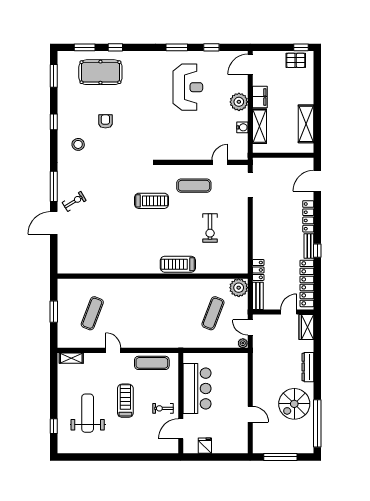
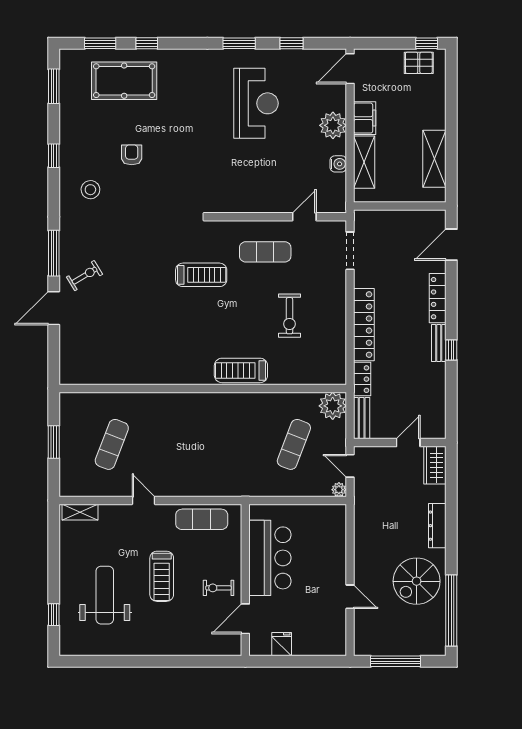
locker: (307, 283) -> (364, 325), moved, turned 180
treadmill: (125, 401) -> (162, 576), turned 180

